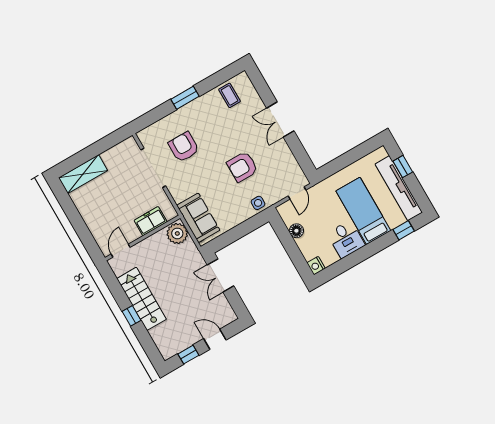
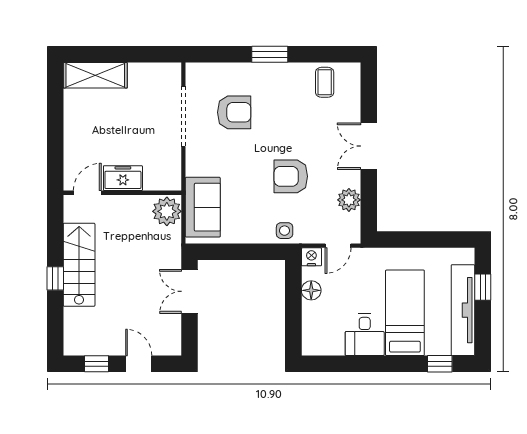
armchair: (184, 147) -> (234, 112), turned 90
plant: (287, 160) -> (349, 200), added
freezer: (151, 221) -> (123, 178), moved
nightstand: (316, 266) -> (311, 257), moved, turned 90

